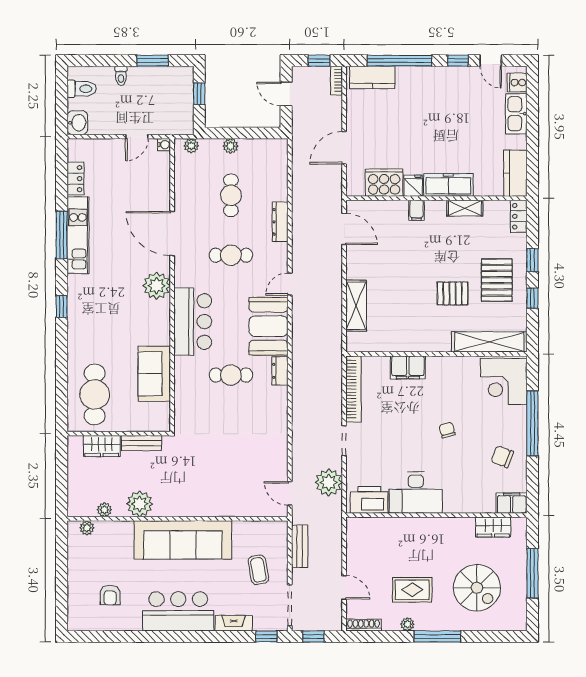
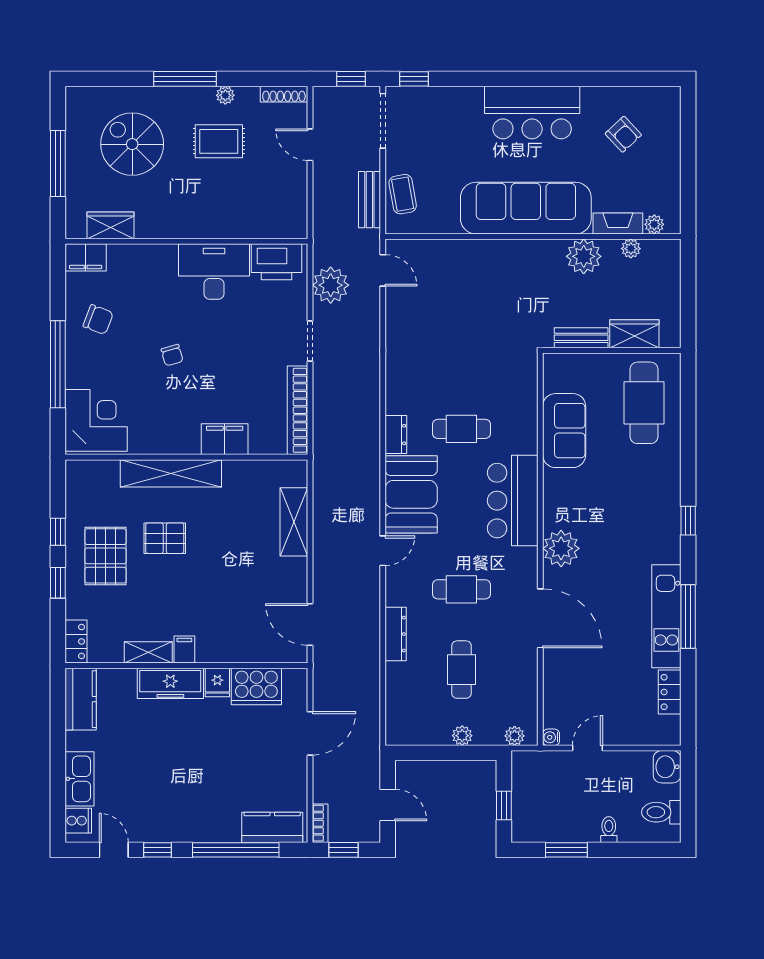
filing cabinet: (416, 210) -> (184, 650), moved
shelving: (489, 342) -> (171, 473), moved
coffee table: (258, 570) -> (403, 194), moved
armchair: (110, 595) -> (623, 134), turned 137
fireplace: (234, 623) -> (618, 223), moved, turned 180

